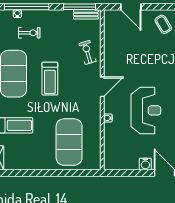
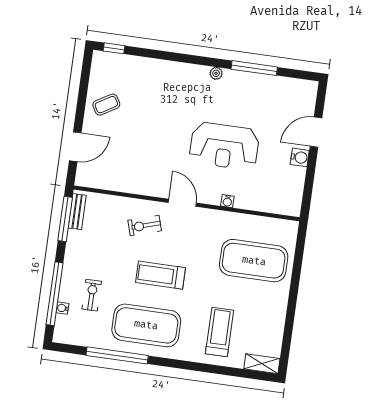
exercise bike: (87, 52) -> (145, 226), moved
treadmill: (50, 79) -> (160, 275), turned 180
reception desk: (146, 110) -> (224, 146), turned 180

